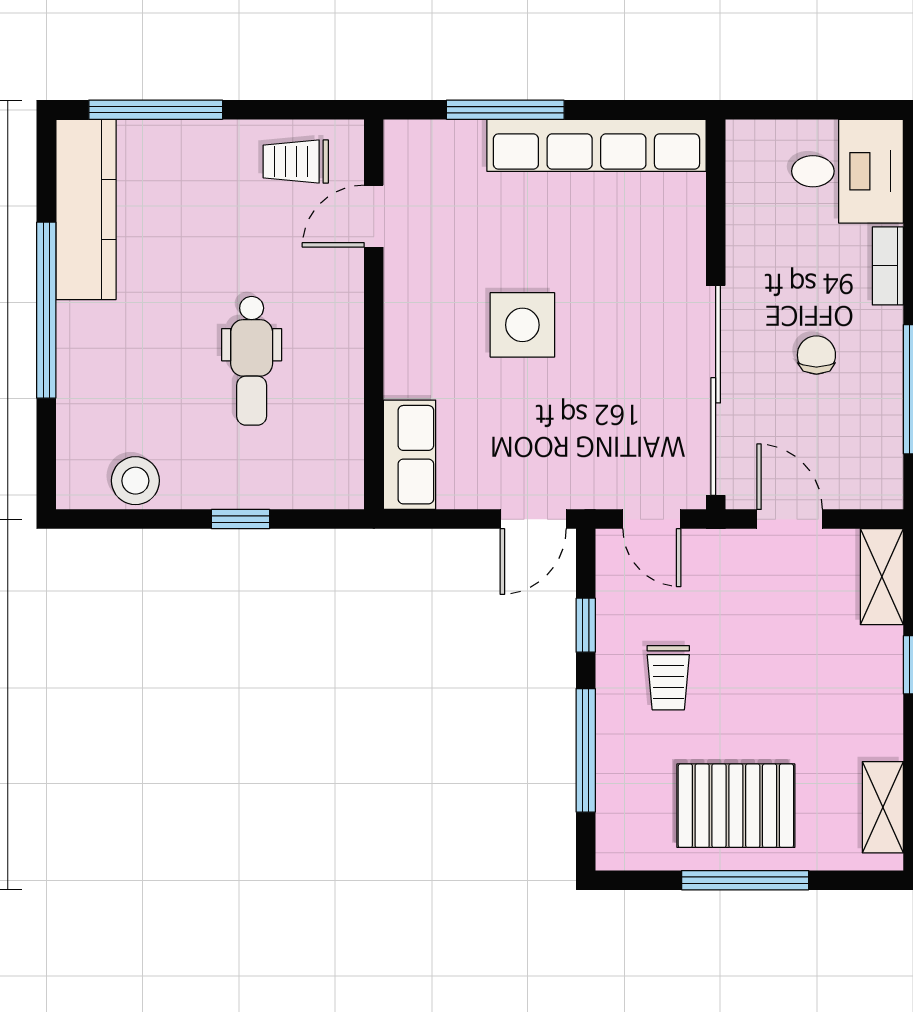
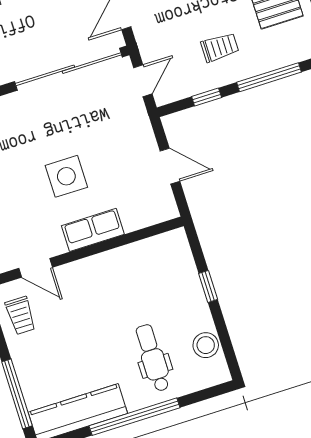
chair: (816, 355) -> (35, 24), removed
dental chair: (252, 361) -> (153, 358), moved, turned -90
row of seats: (410, 455) -> (93, 230), moved
door: (533, 519) -> (170, 166), moved

